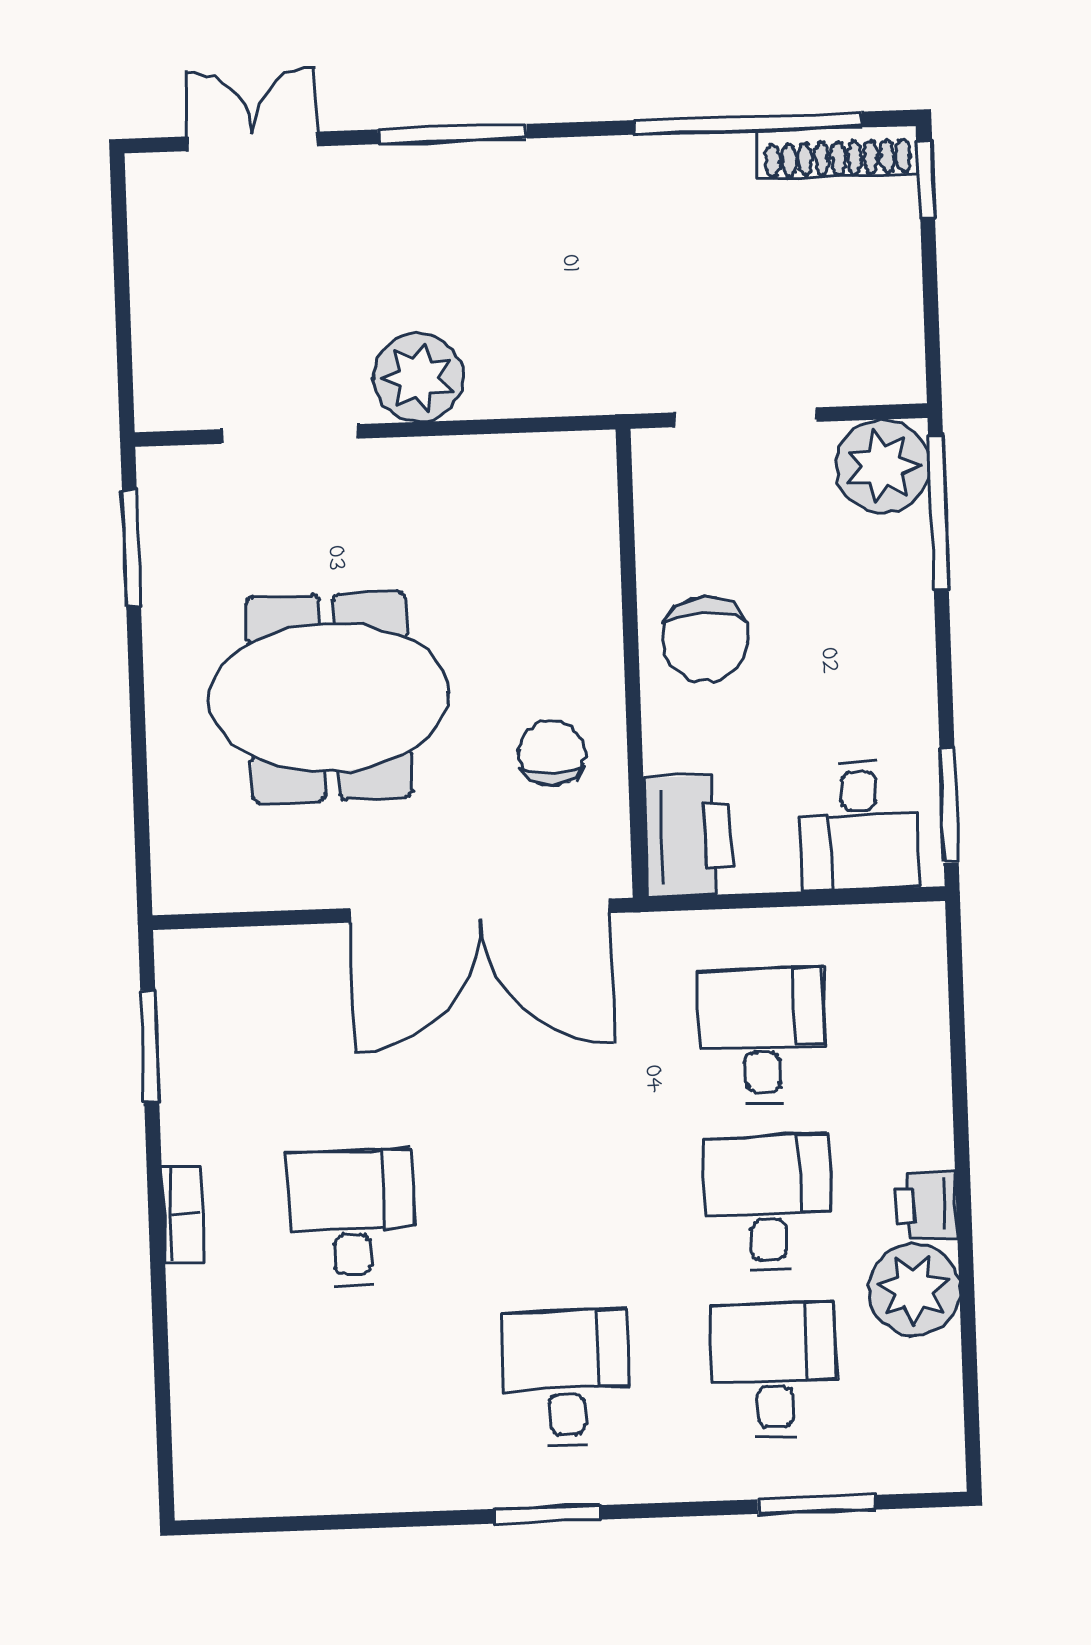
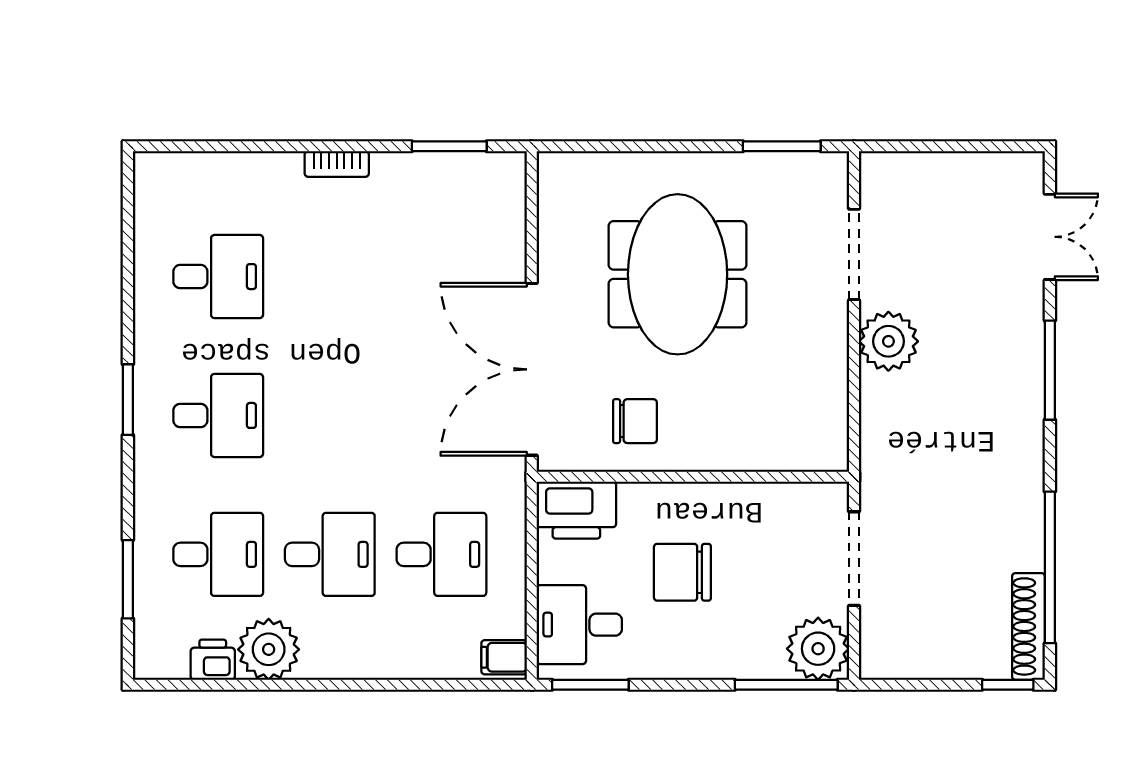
chair: (706, 639) -> (682, 572), moved
filing cabinet: (913, 936) -> (504, 657), added
printer: (926, 1205) -> (213, 660), moved
desk: (352, 1218) -> (218, 277), moved

